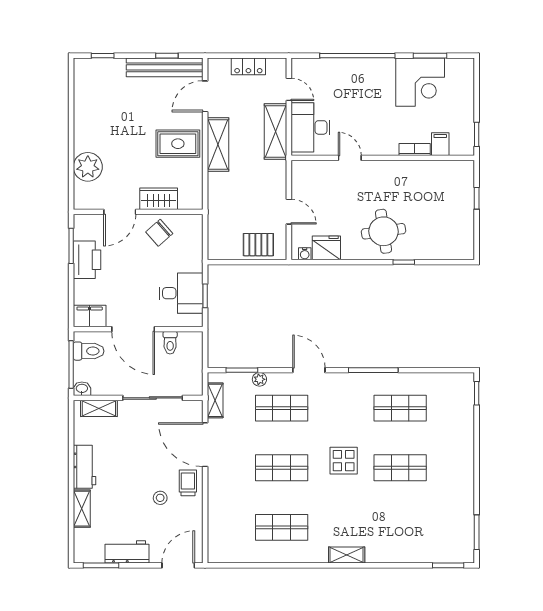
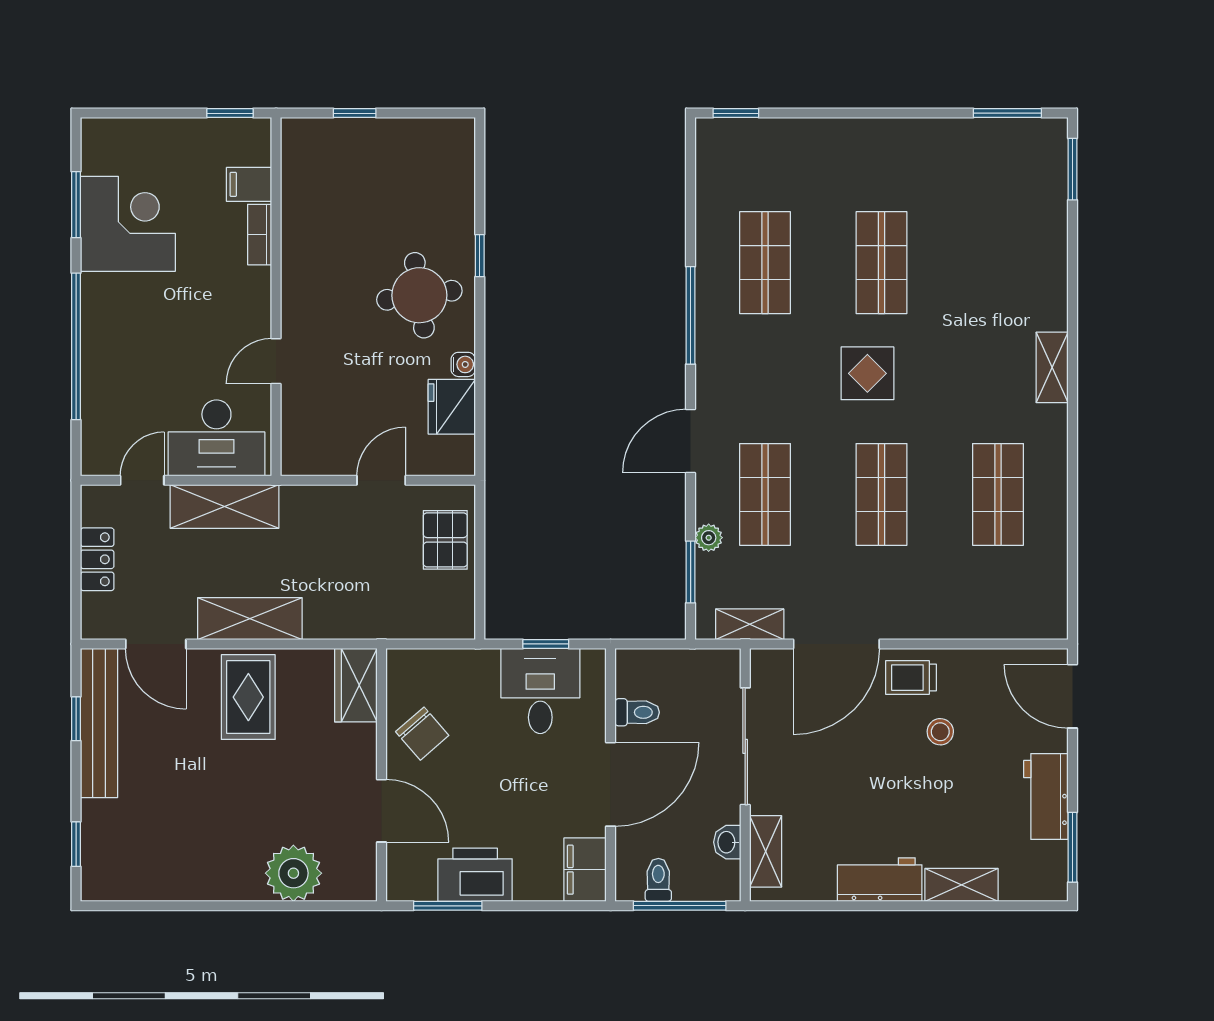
wardrobe: (159, 199) -> (356, 685), moved
water cooler: (305, 254) -> (463, 364), moved
toilet: (89, 351) -> (658, 880), width x0.73, depth x0.72
washbasin: (82, 389) -> (727, 842), moved

